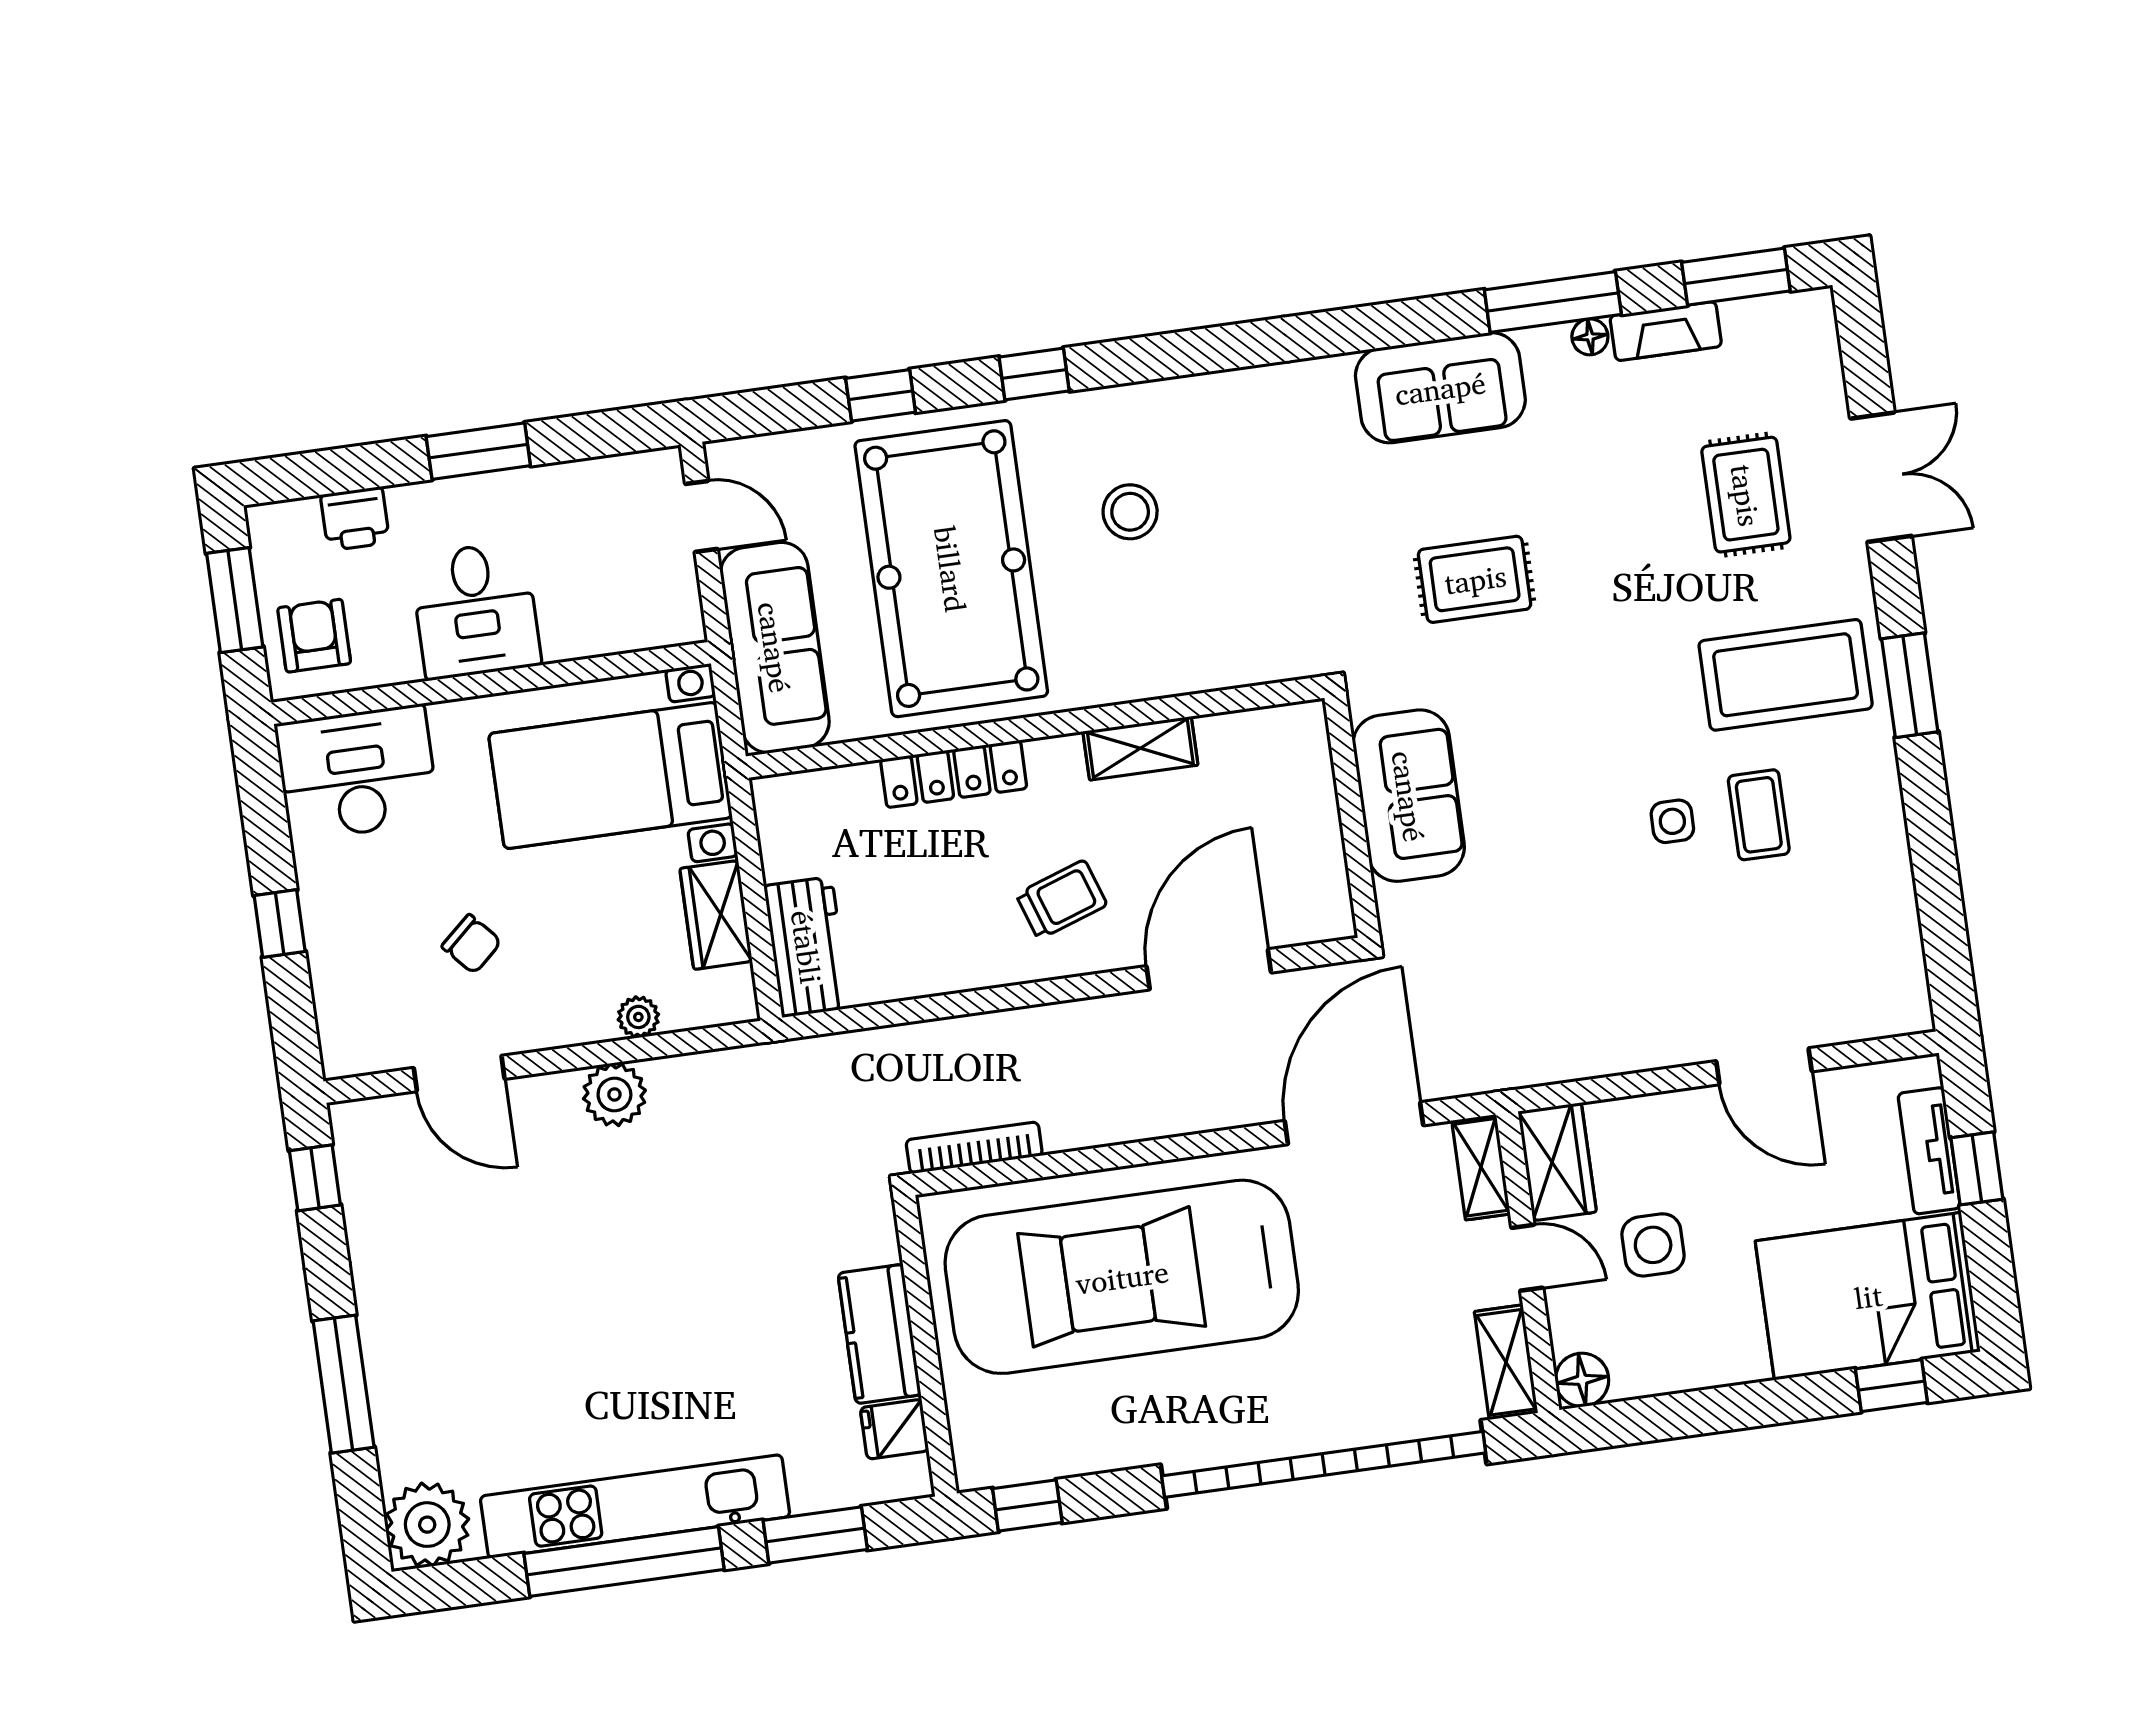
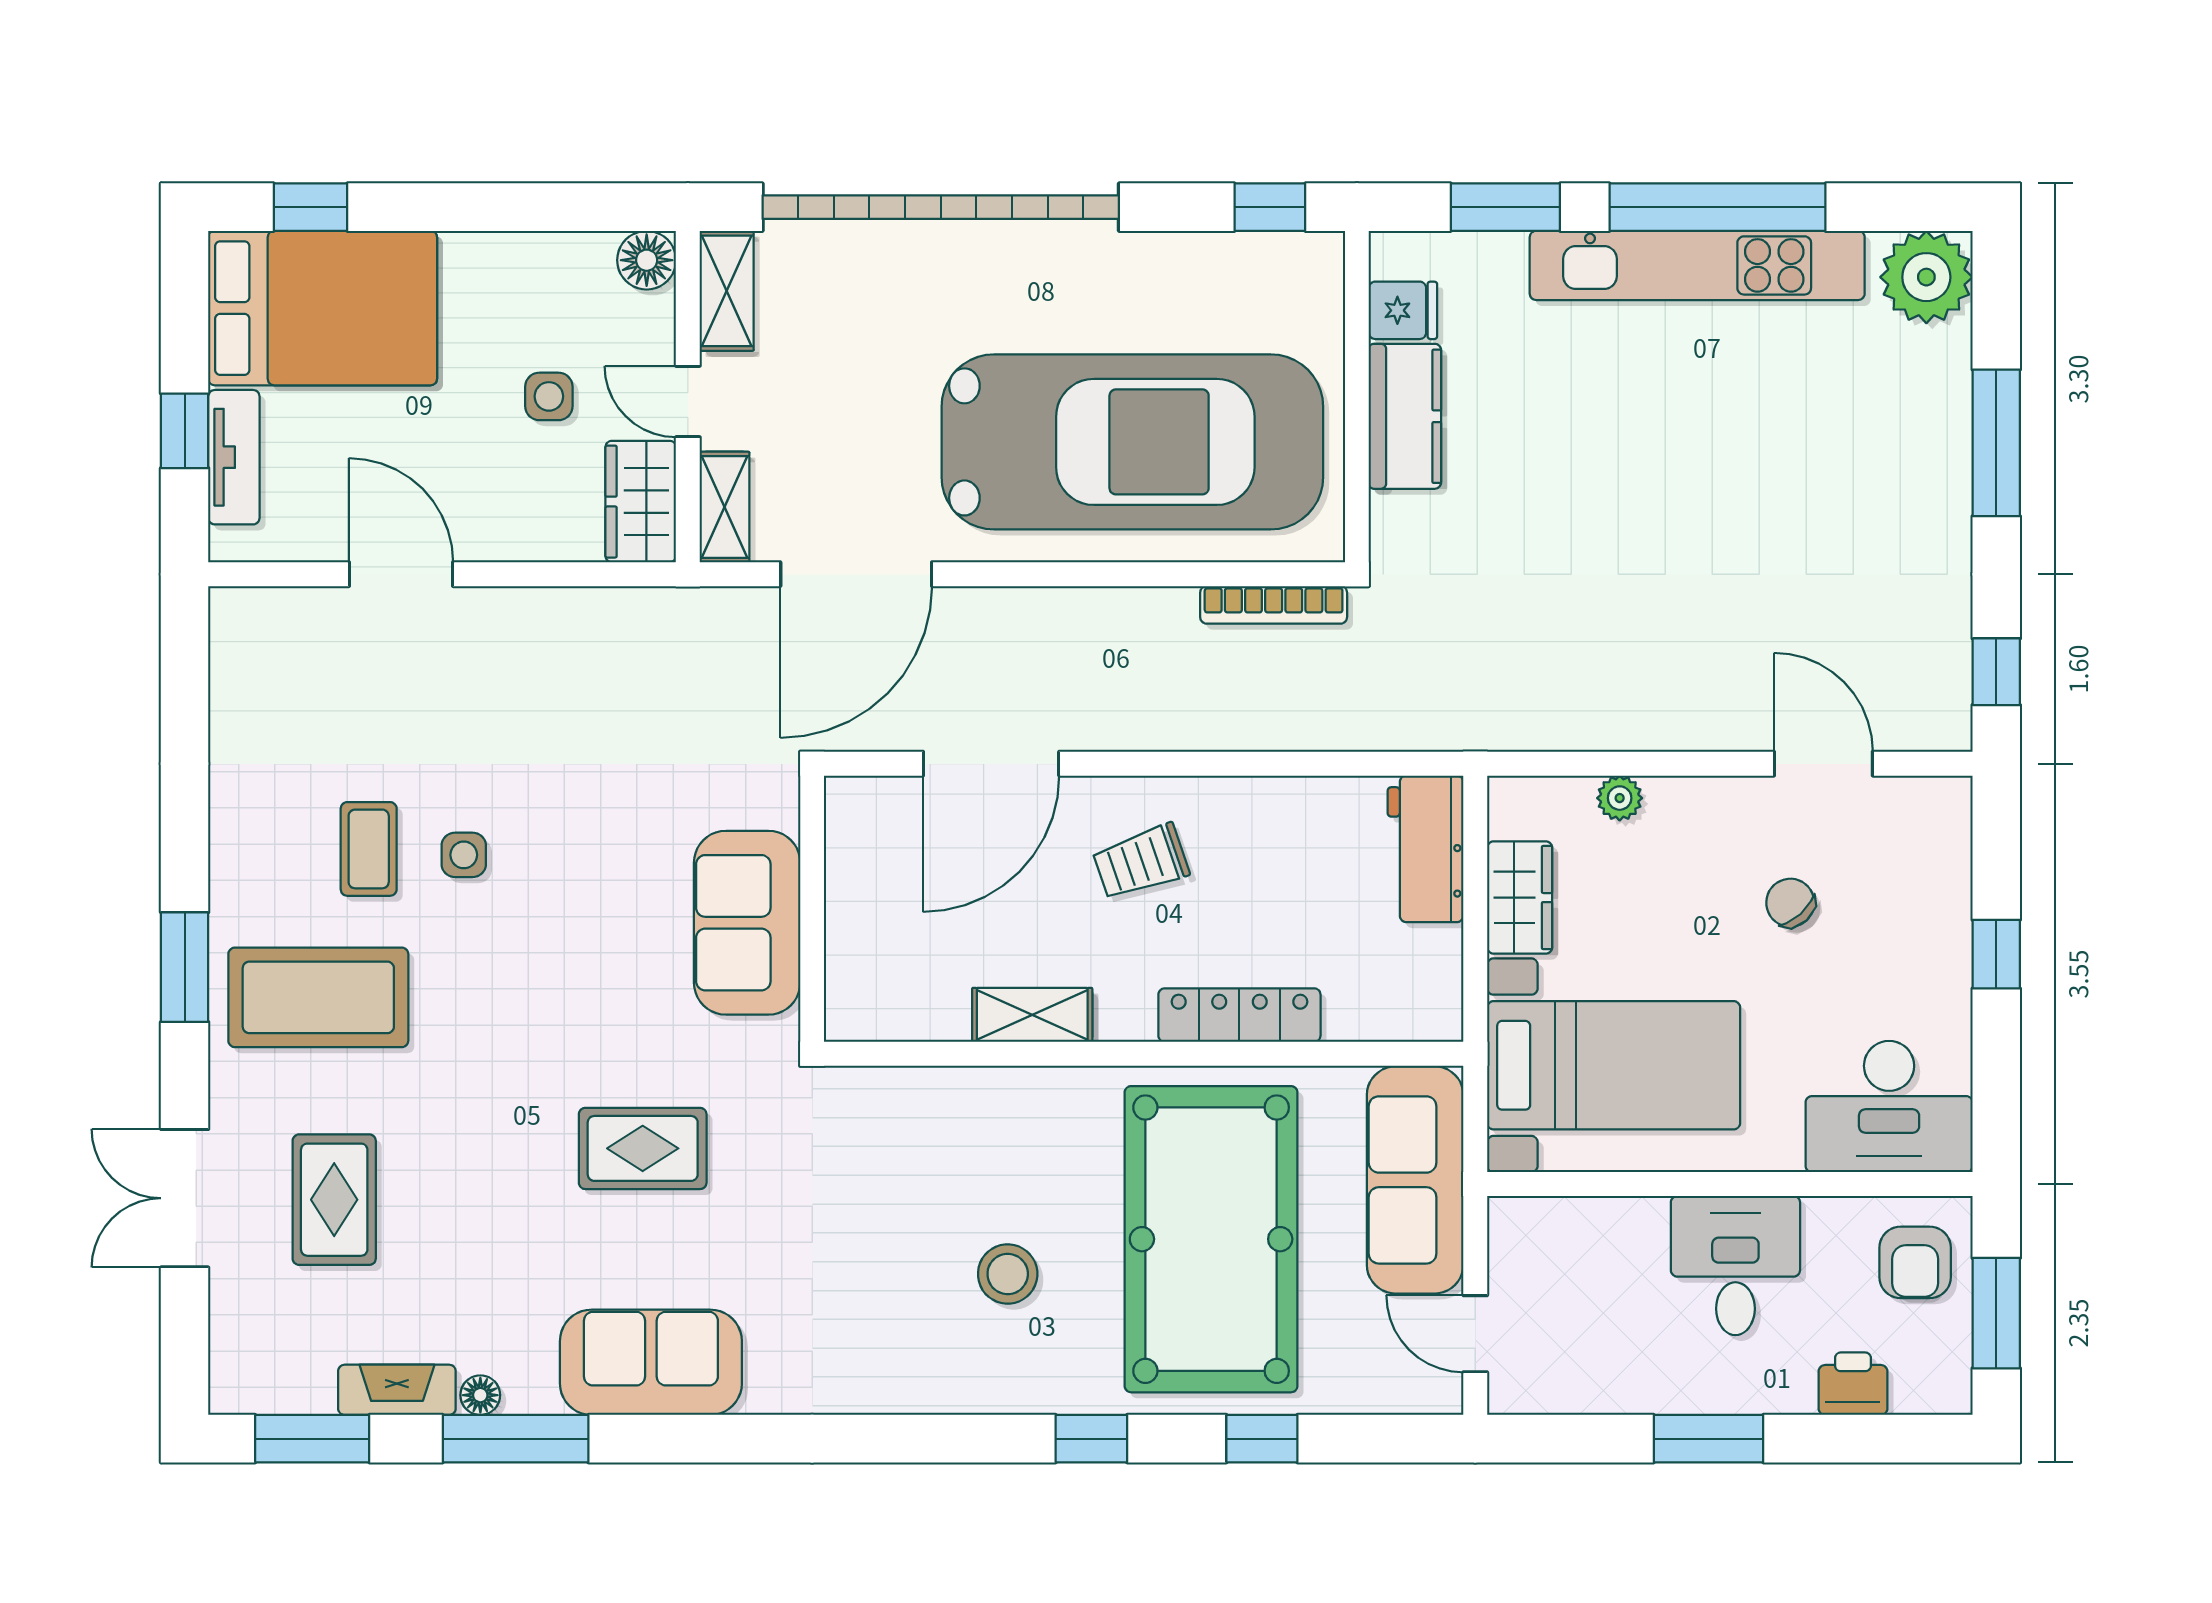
plant: (614, 1094) -> (1657, 717), removed
side table: (1653, 1245) -> (549, 396), width x0.73, depth x0.73

